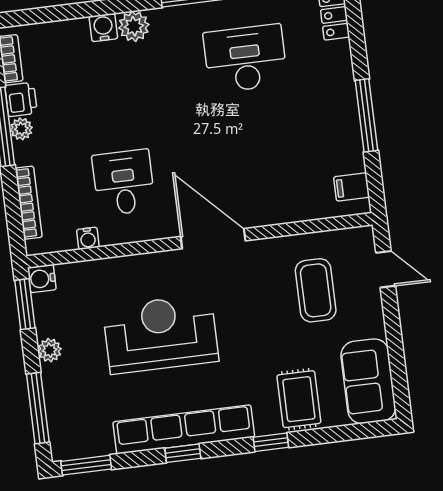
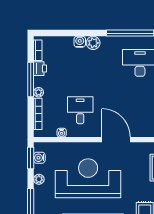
plant: (21, 129) -> (39, 92), moved
water cooler: (42, 279) -> (39, 158), moved
reception desk: (161, 334) -> (88, 178), width x1.36, depth x1.30

